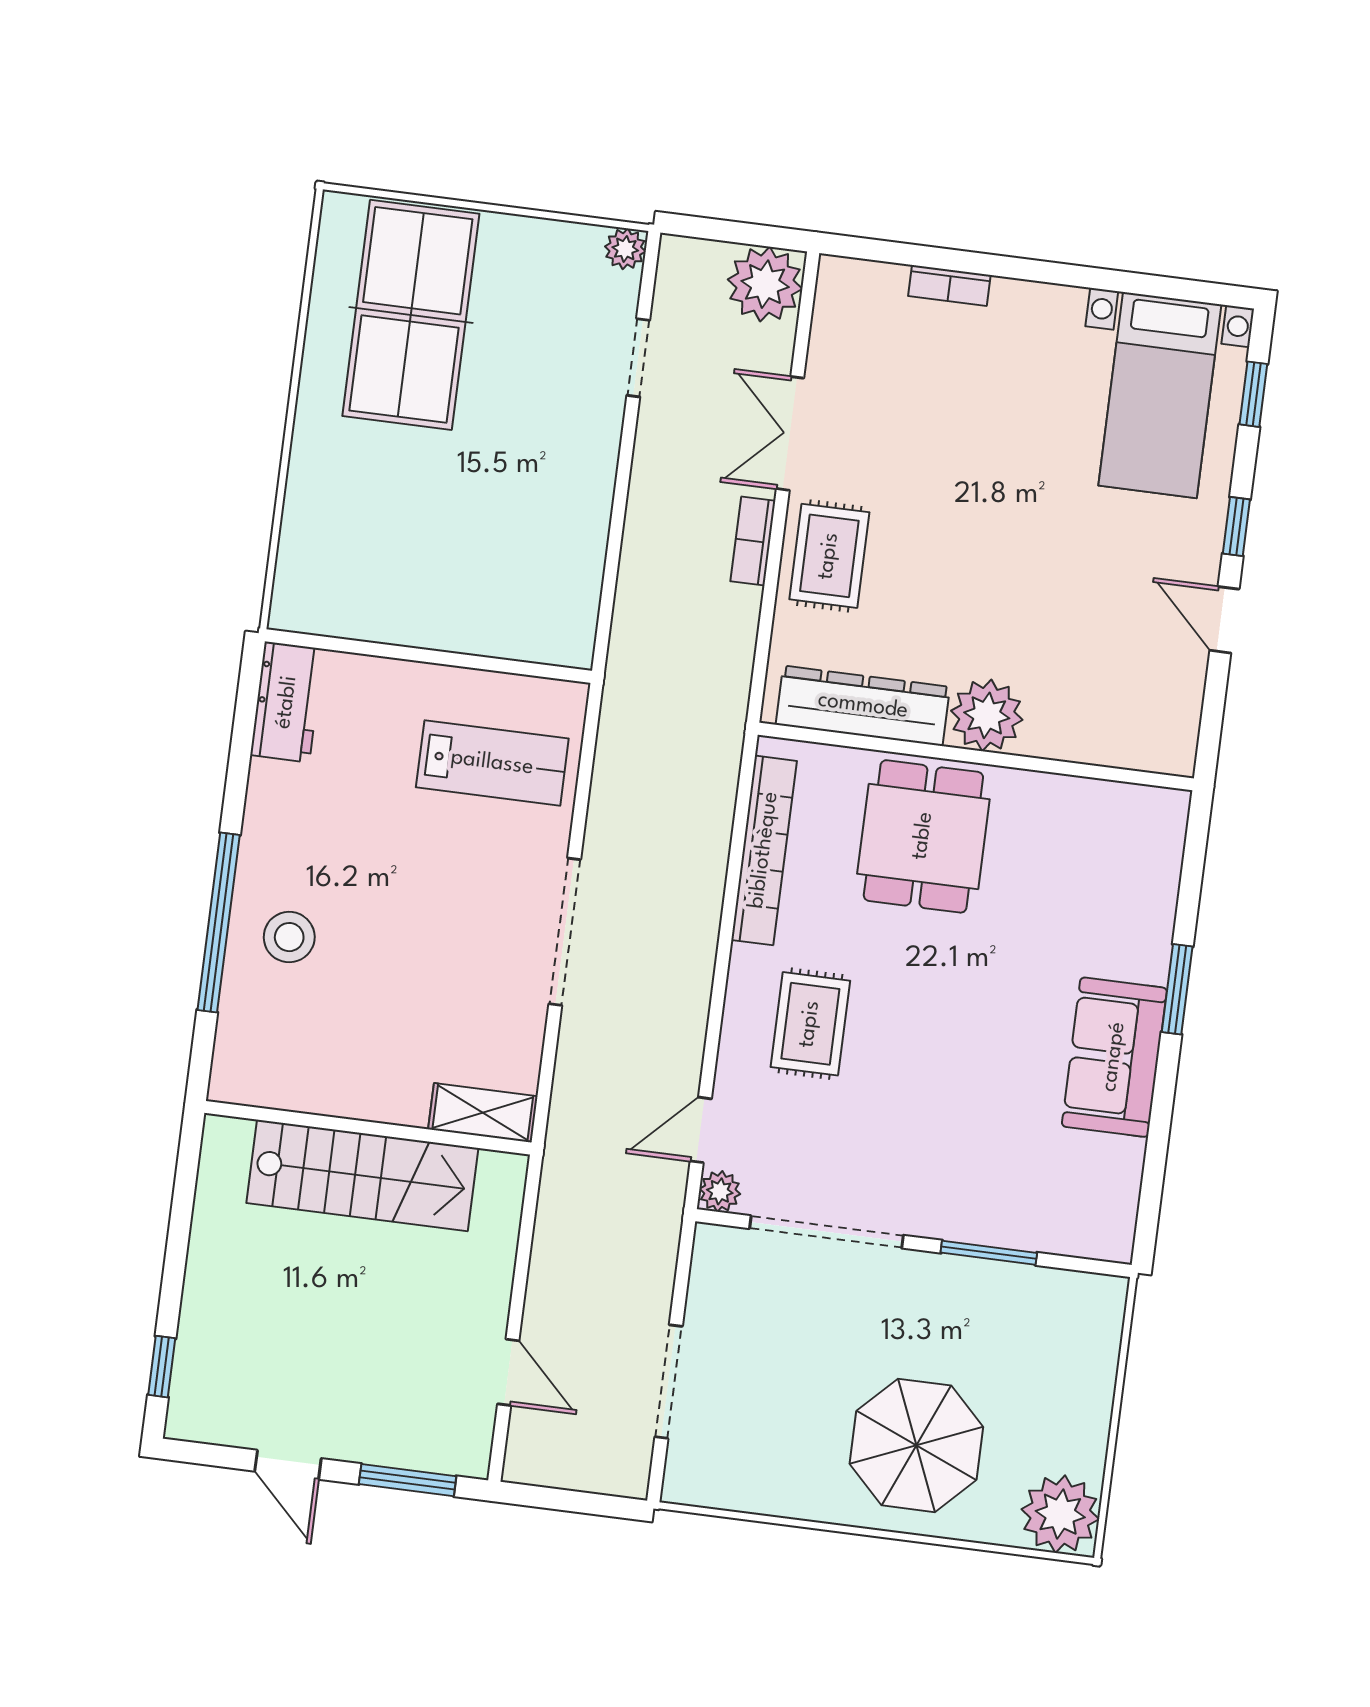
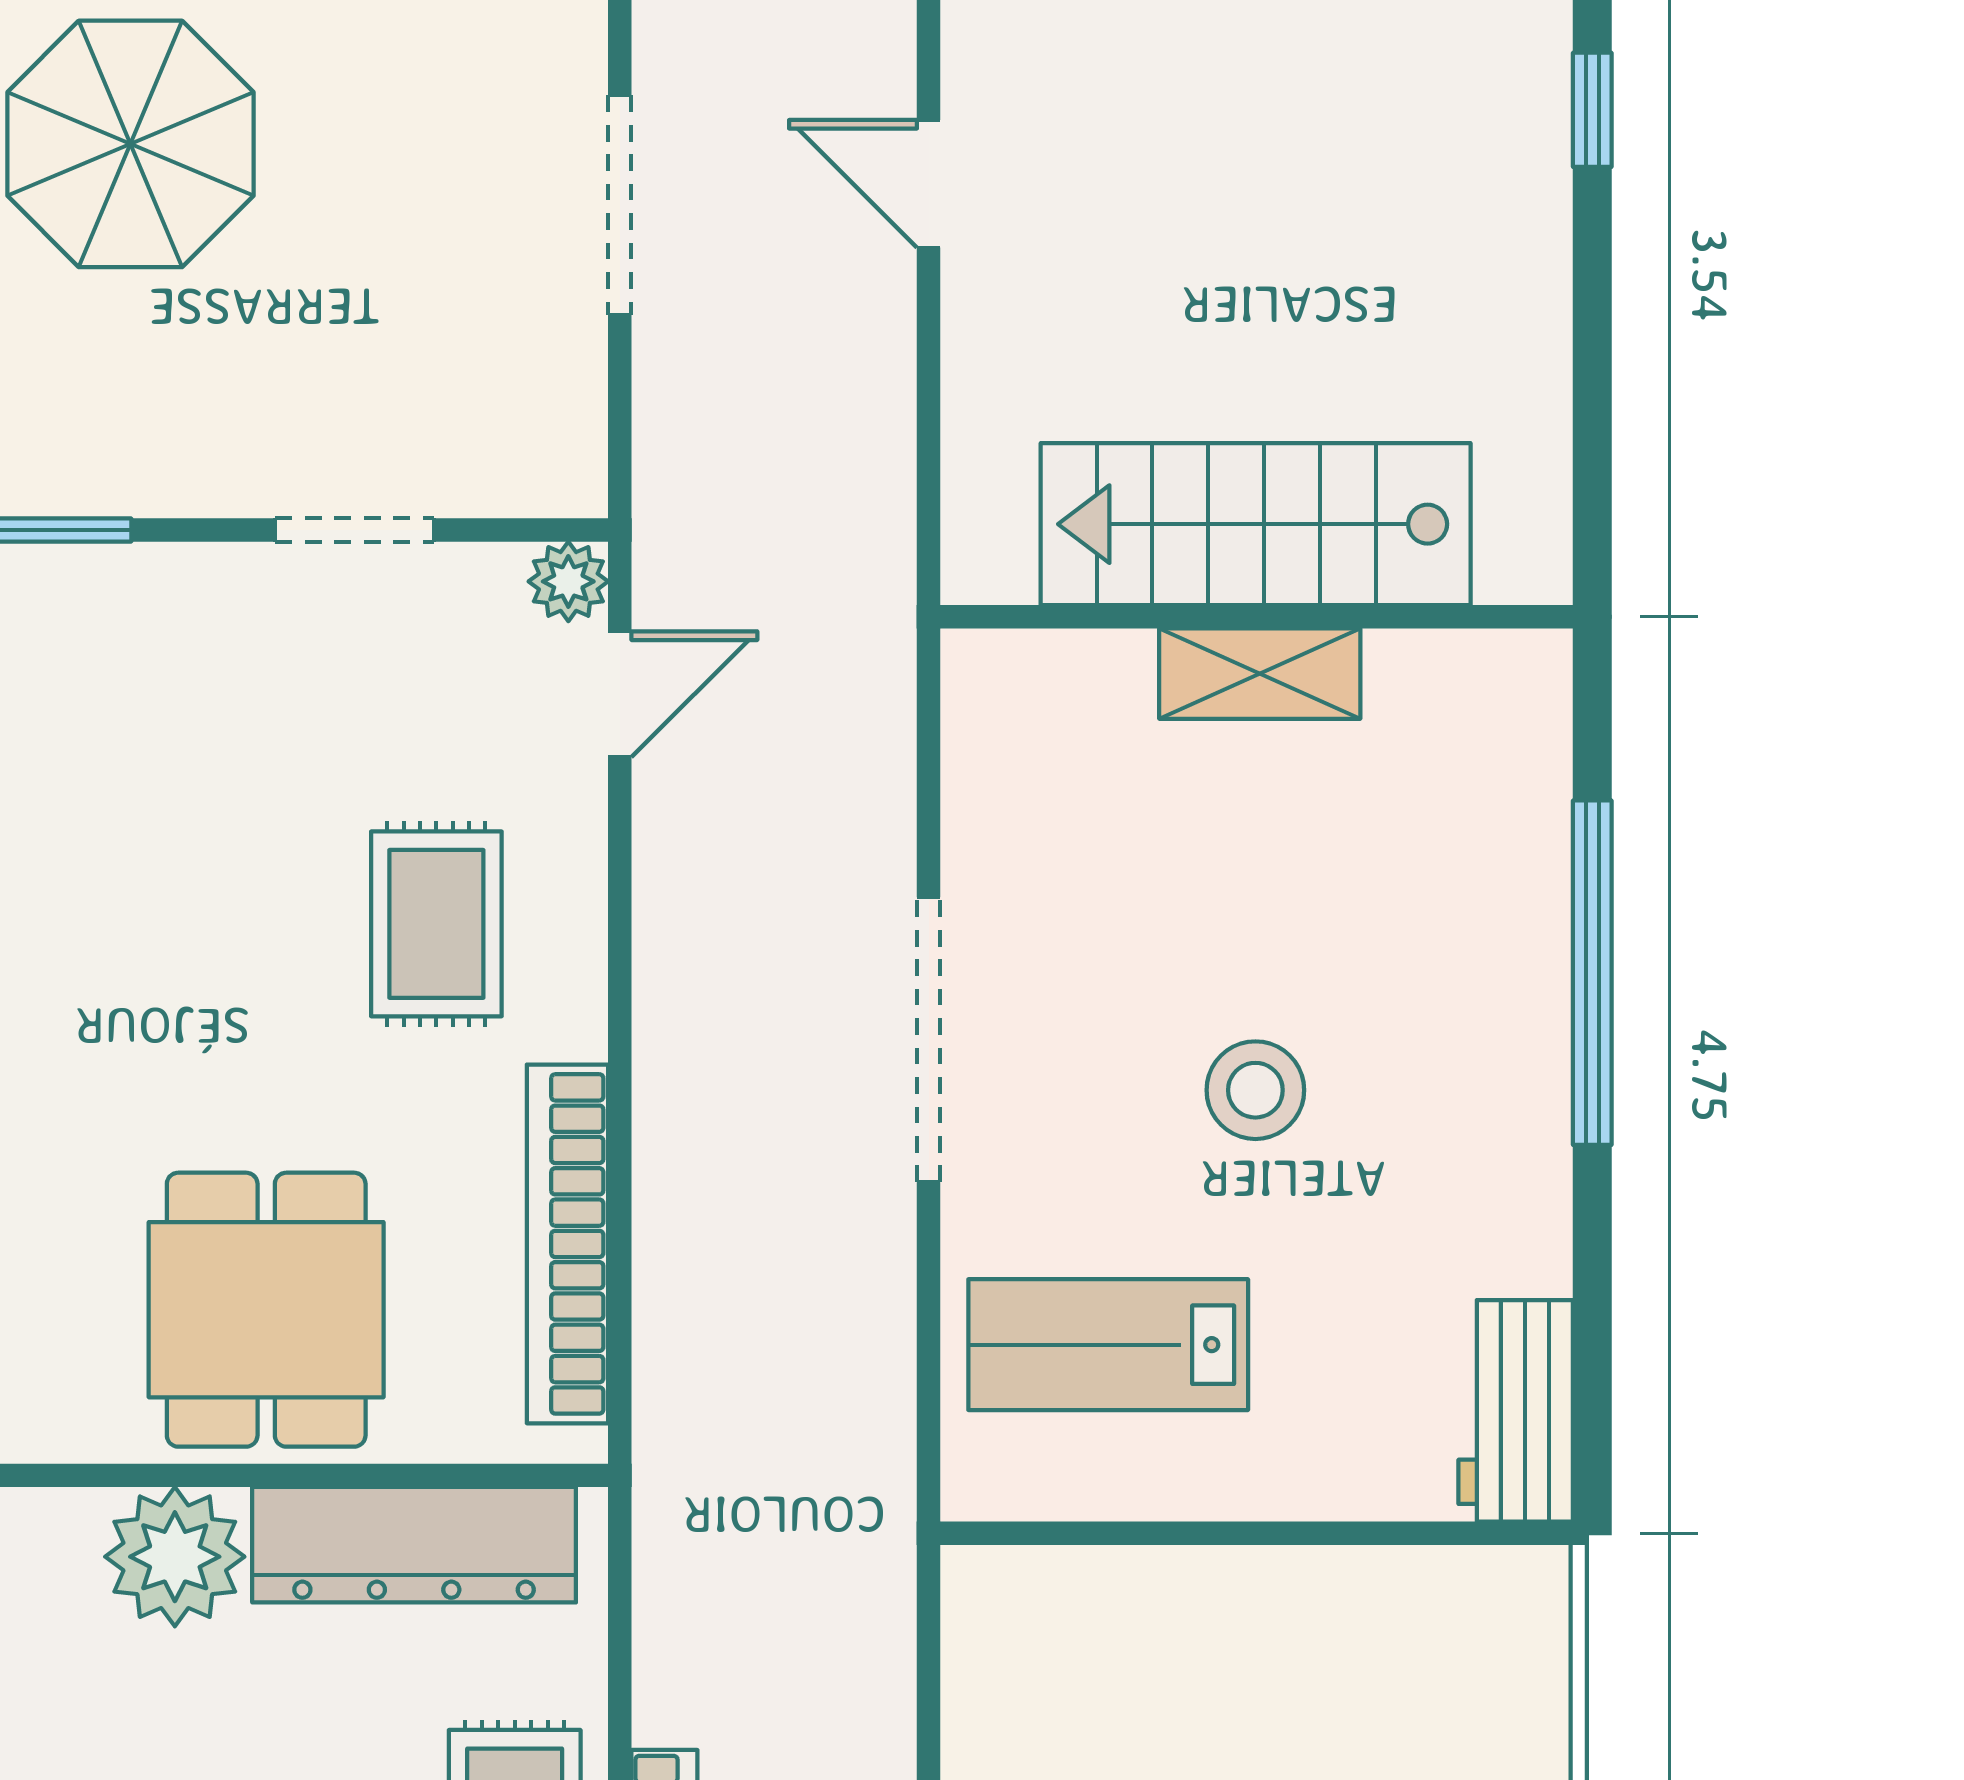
stool: (289, 937) -> (1255, 1090), moved
shelving: (483, 1113) -> (1260, 674), moved
doorway: (826, 1232) -> (355, 530), width x0.53

